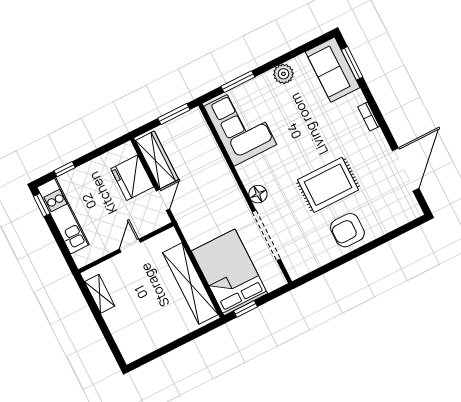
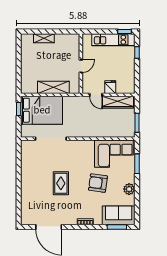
fridge: (132, 178) -> (110, 87), width x0.53, depth x0.75
rug: (328, 185) -> (61, 183), width x0.73, depth x0.70
floor lamp: (258, 194) -> (74, 145), removed
armchair: (347, 230) -> (98, 183), moved, turned -82
door: (130, 246) -> (81, 66), hinge flipped
shelving: (190, 284) -> (53, 87), width x0.68
shelving: (100, 294) -> (44, 38), moved

